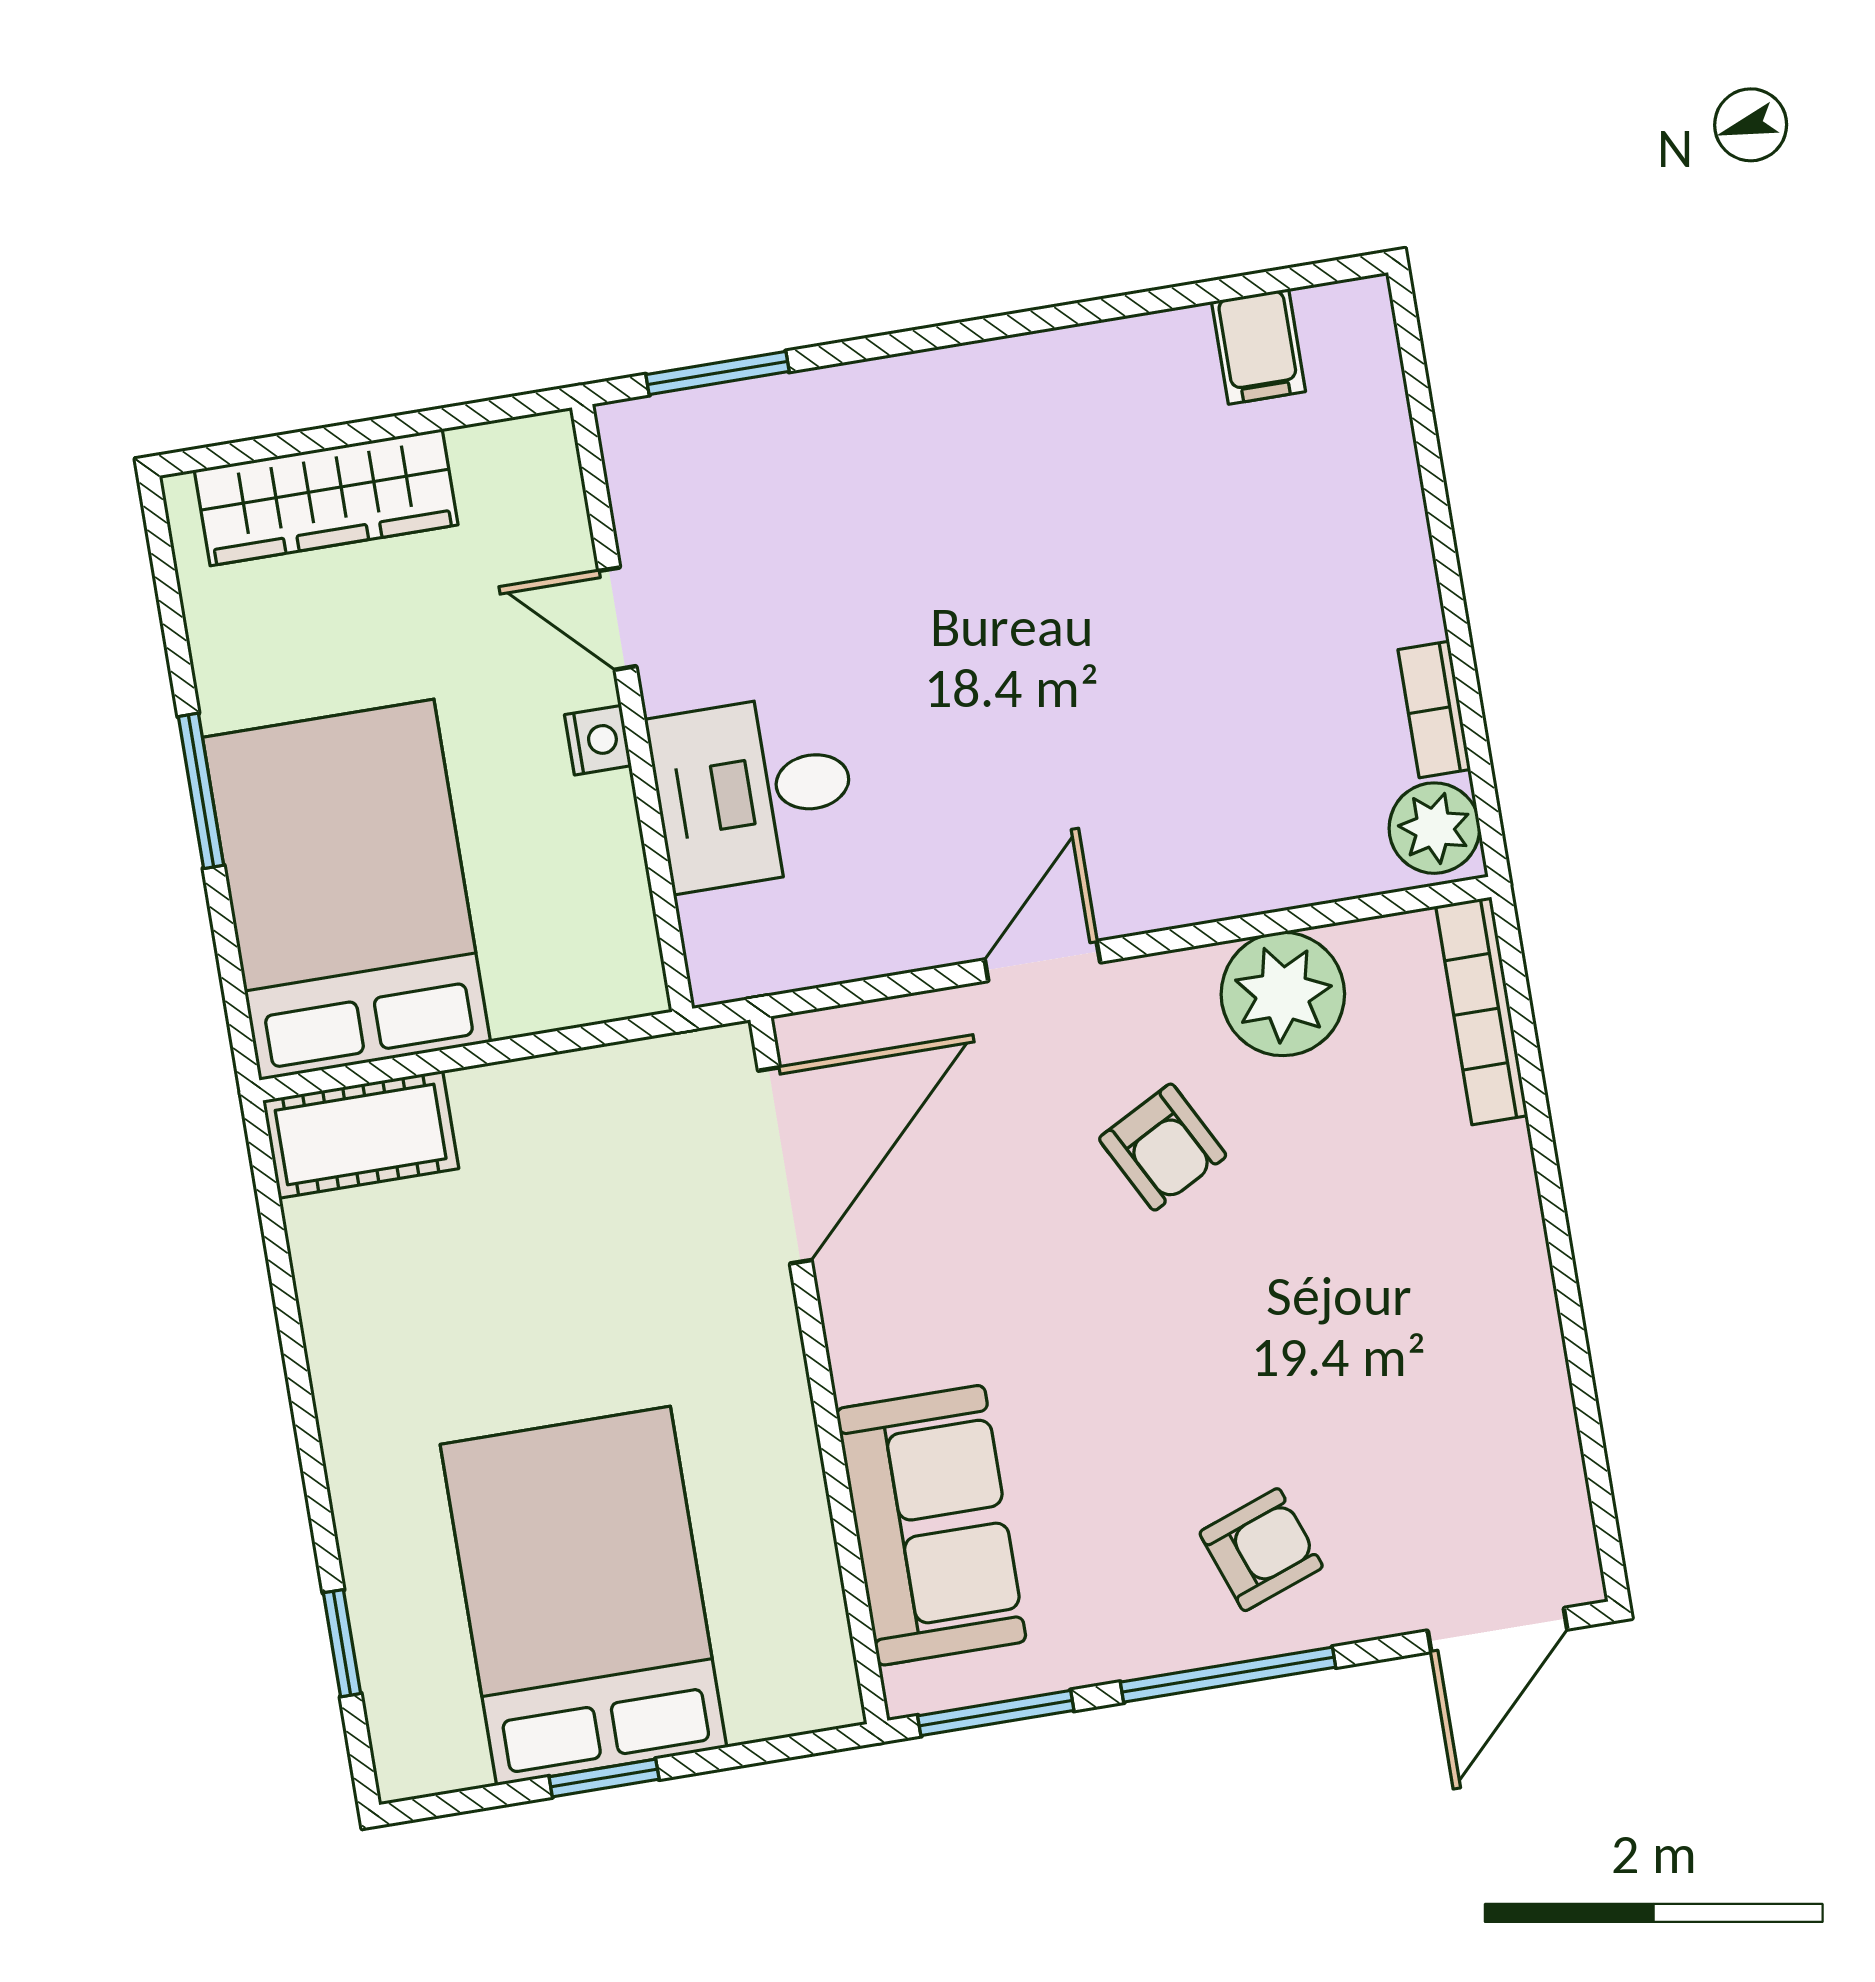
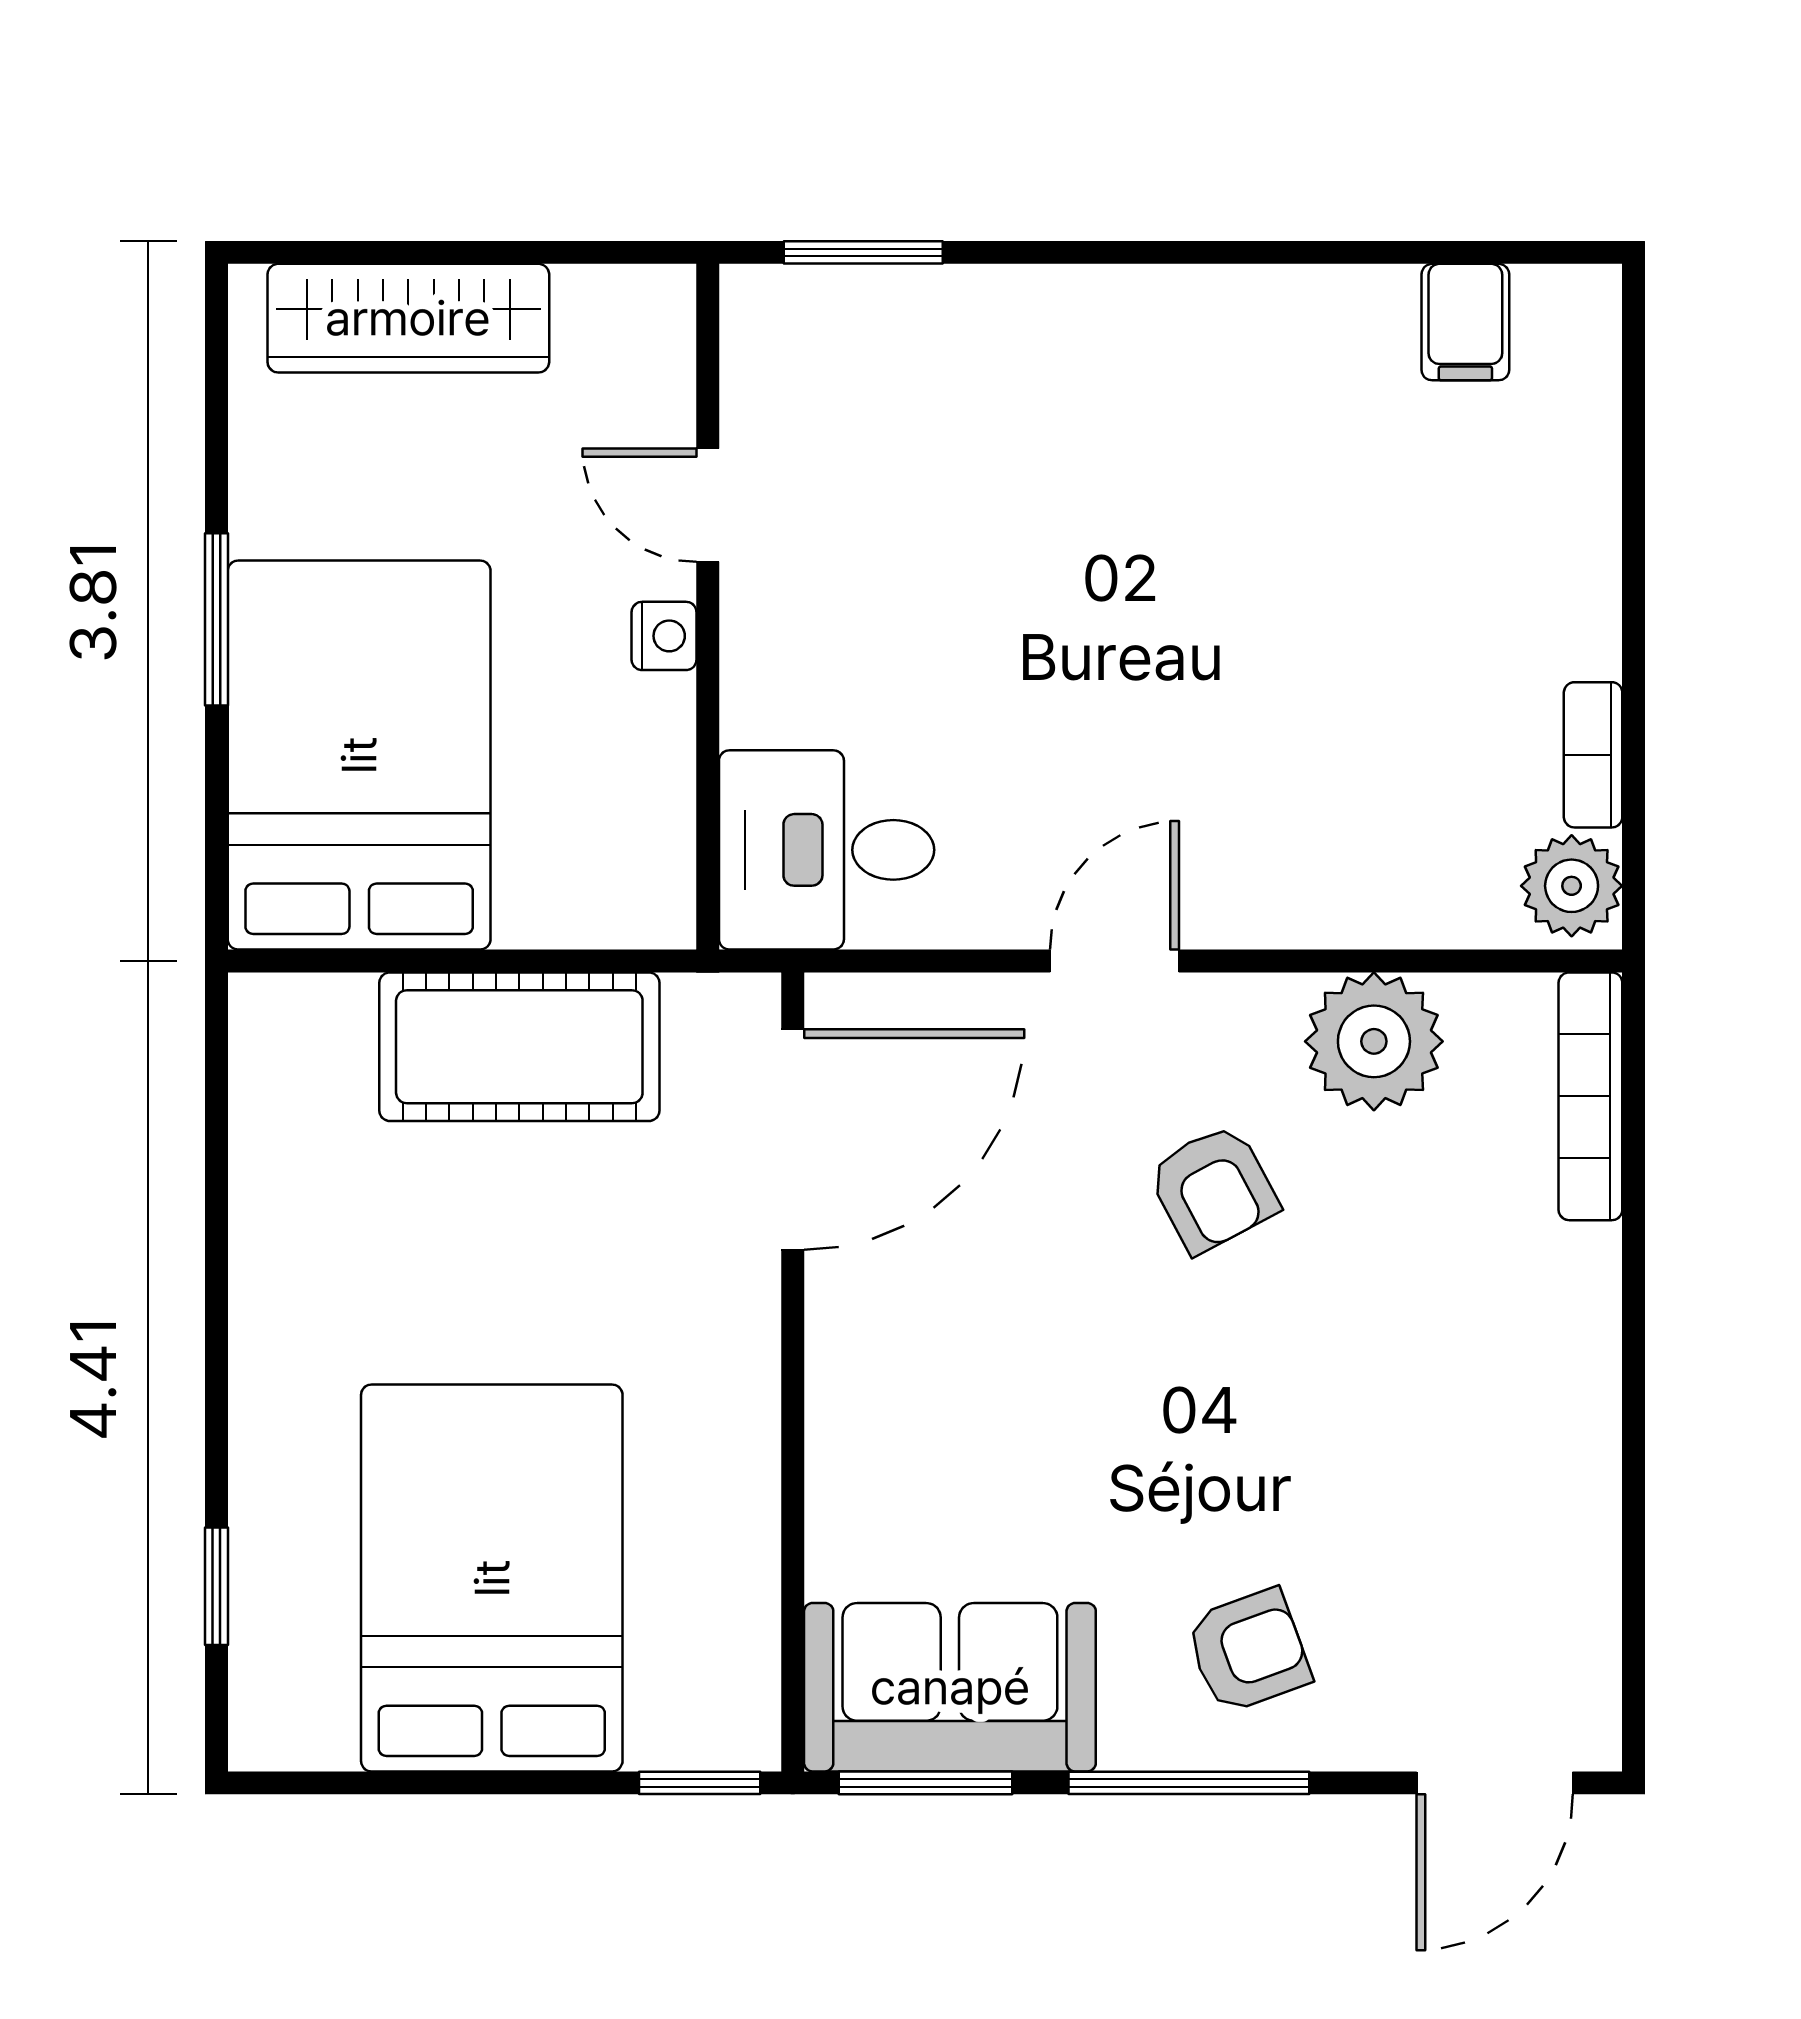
desk: (754, 792) -> (827, 850), moved
cot: (361, 1134) -> (519, 1047), moved, width x1.37, depth x1.34
sofa: (931, 1525) -> (950, 1687), moved, turned -90
window: (604, 1778) -> (700, 1783), moved

